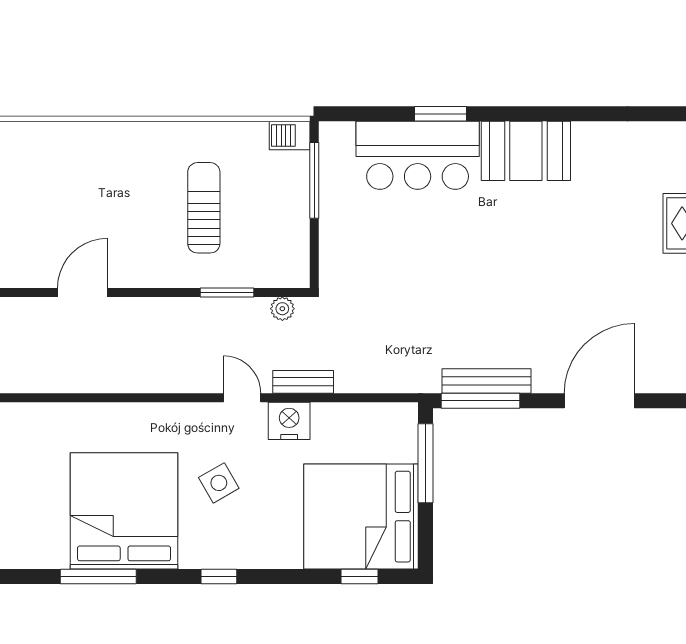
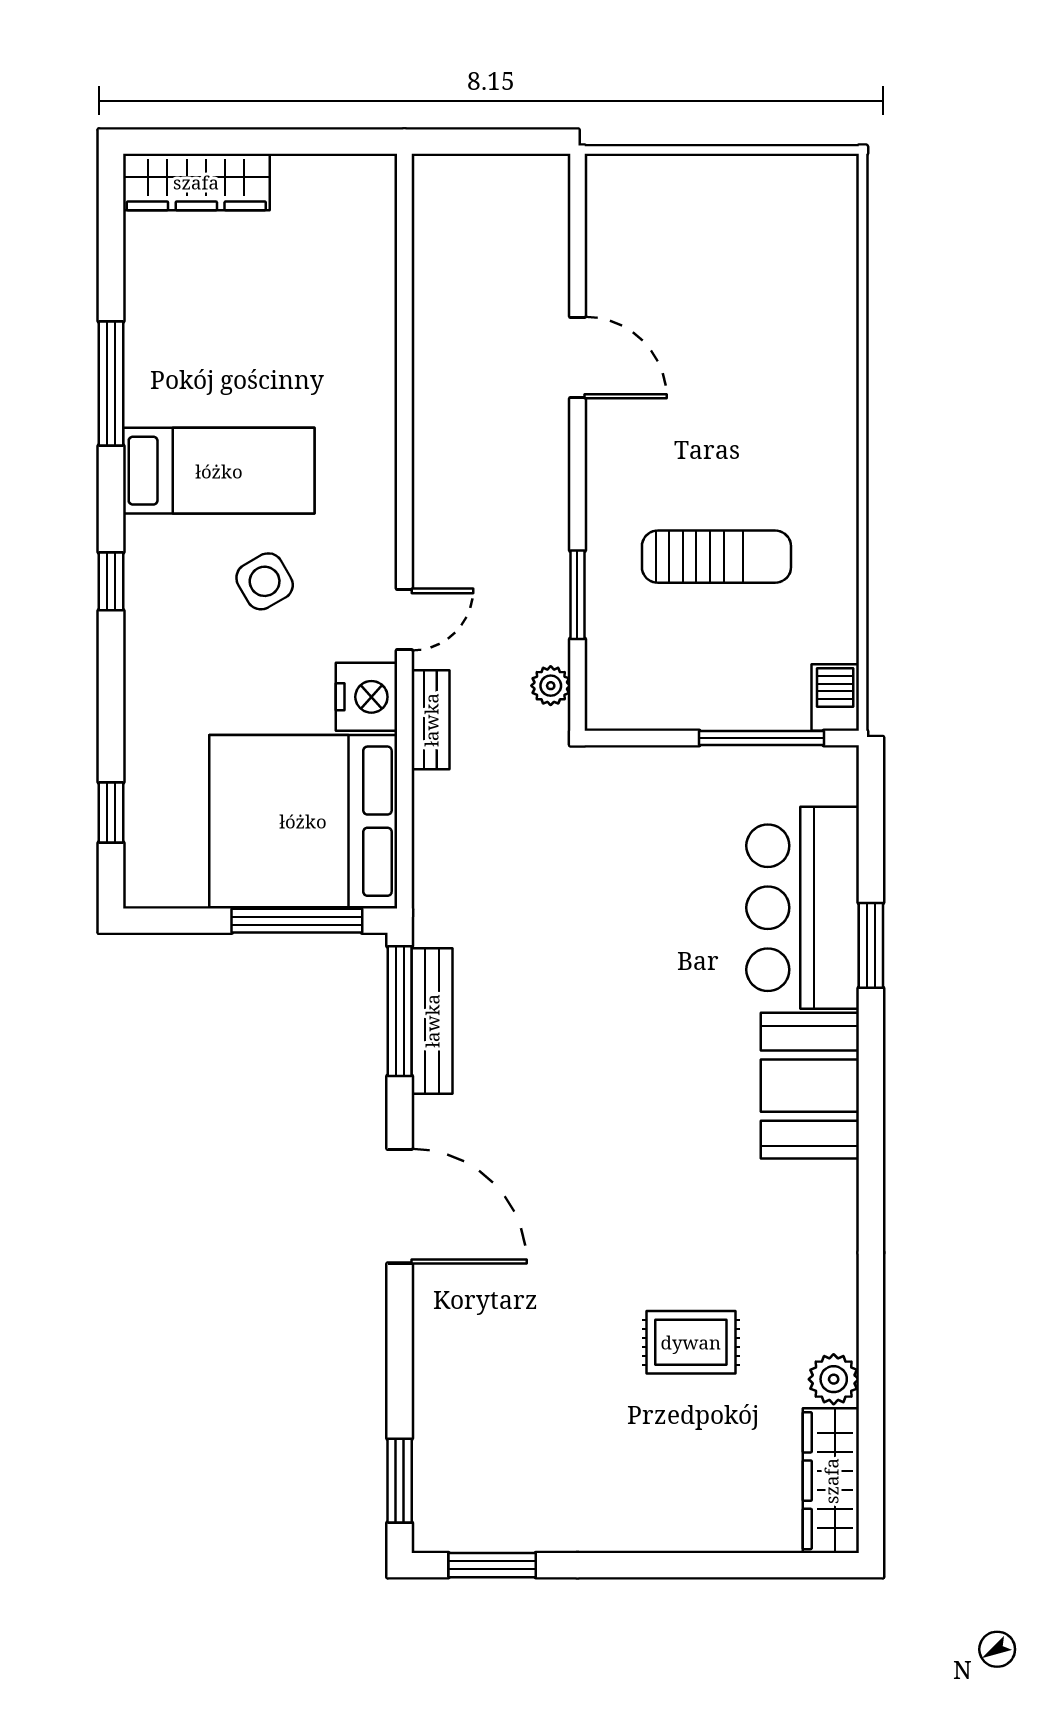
bed: (124, 511) -> (219, 471), width x0.49
bed: (361, 517) -> (303, 821), moved, turned -90

